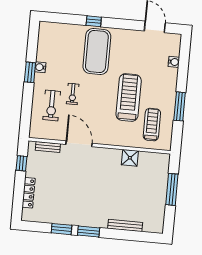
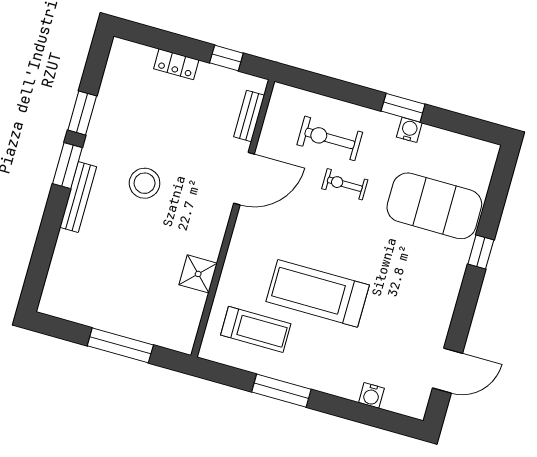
exercise mat: (97, 52) -> (434, 206), moved
treadmill: (129, 97) -> (318, 293), turned 180
stool: (90, 192) -> (145, 183), added
locker: (29, 193) -> (176, 64), width x0.66
bench: (125, 226) -> (78, 197), moved

